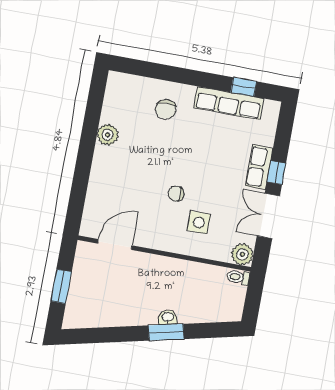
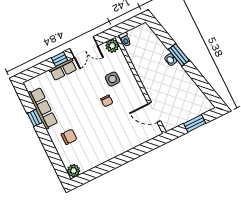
window: (244, 87) -> (35, 118), moved
plant: (108, 135) -> (74, 171), moved

